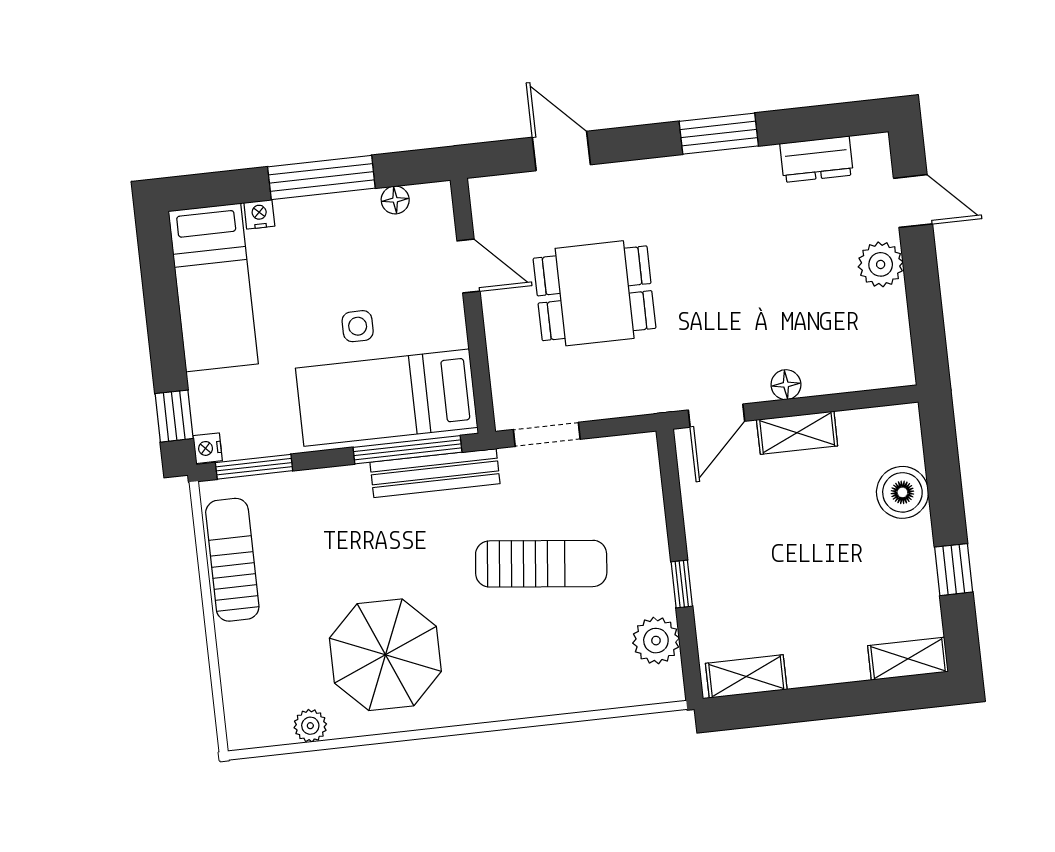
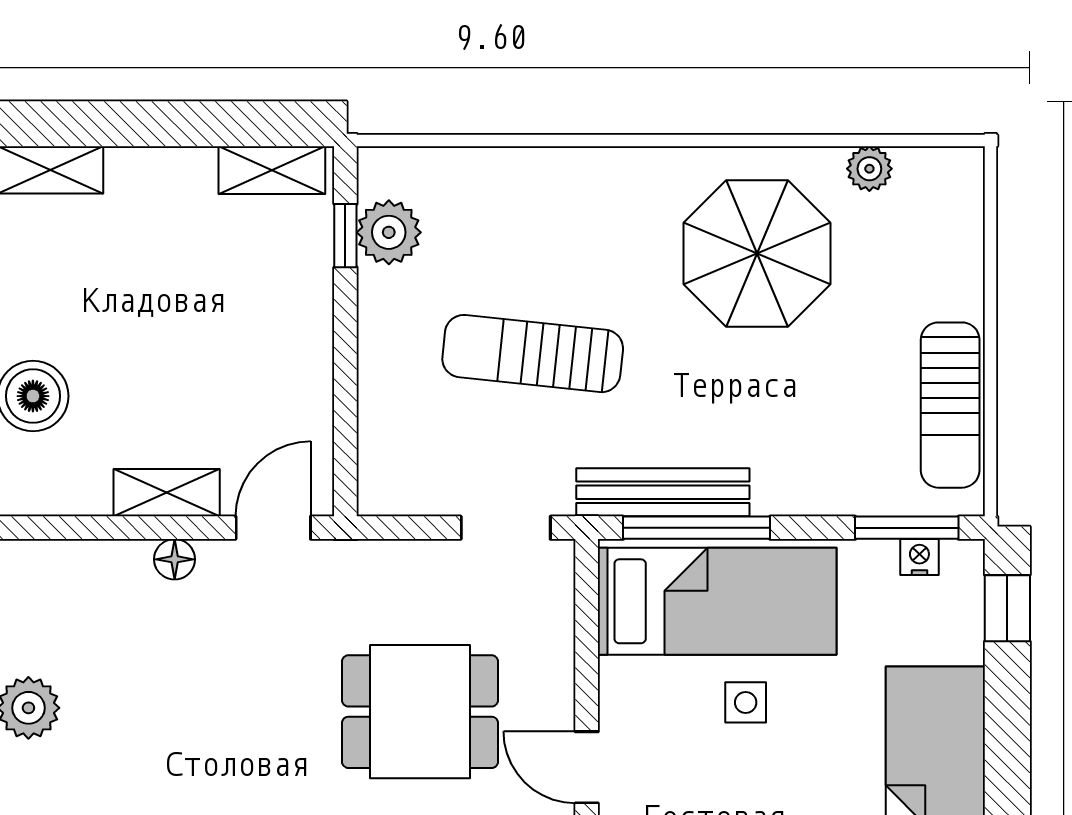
nightstand: (208, 448) -> (919, 557), moved, turned -90
window: (682, 584) -> (345, 236), moved

